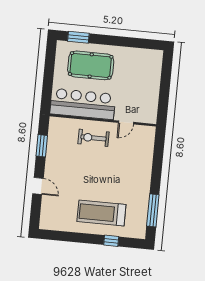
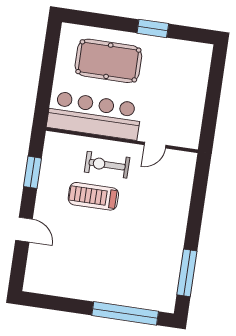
window: (78, 37) -> (153, 28), moved
treadmill: (101, 213) -> (93, 196), moved, width x0.73, depth x0.73
window: (111, 241) -> (125, 313), width x3.17

